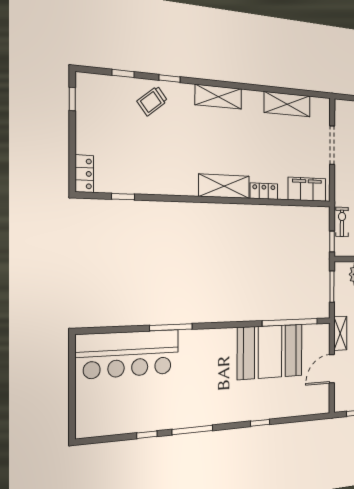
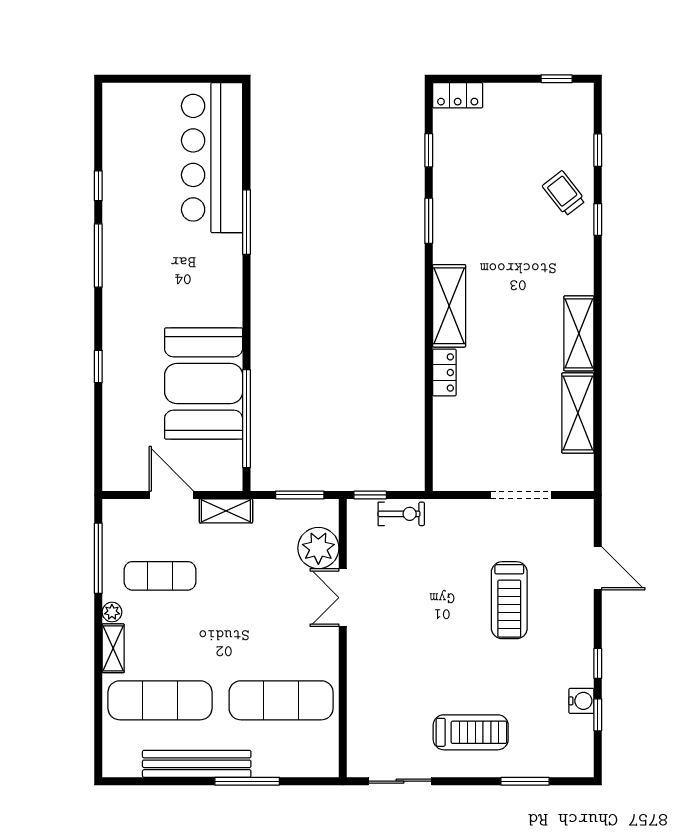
shelving: (218, 97) -> (579, 333), moved
filing cabinet: (307, 189) -> (450, 449), removed
window: (170, 198) -> (429, 221), added

